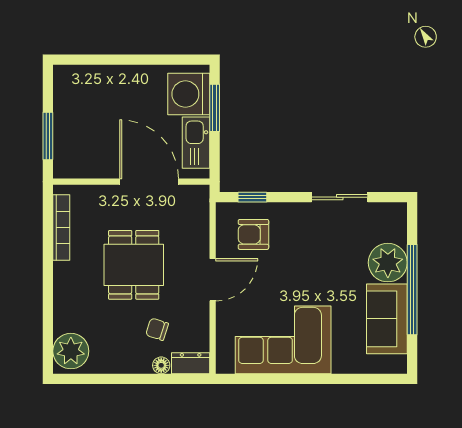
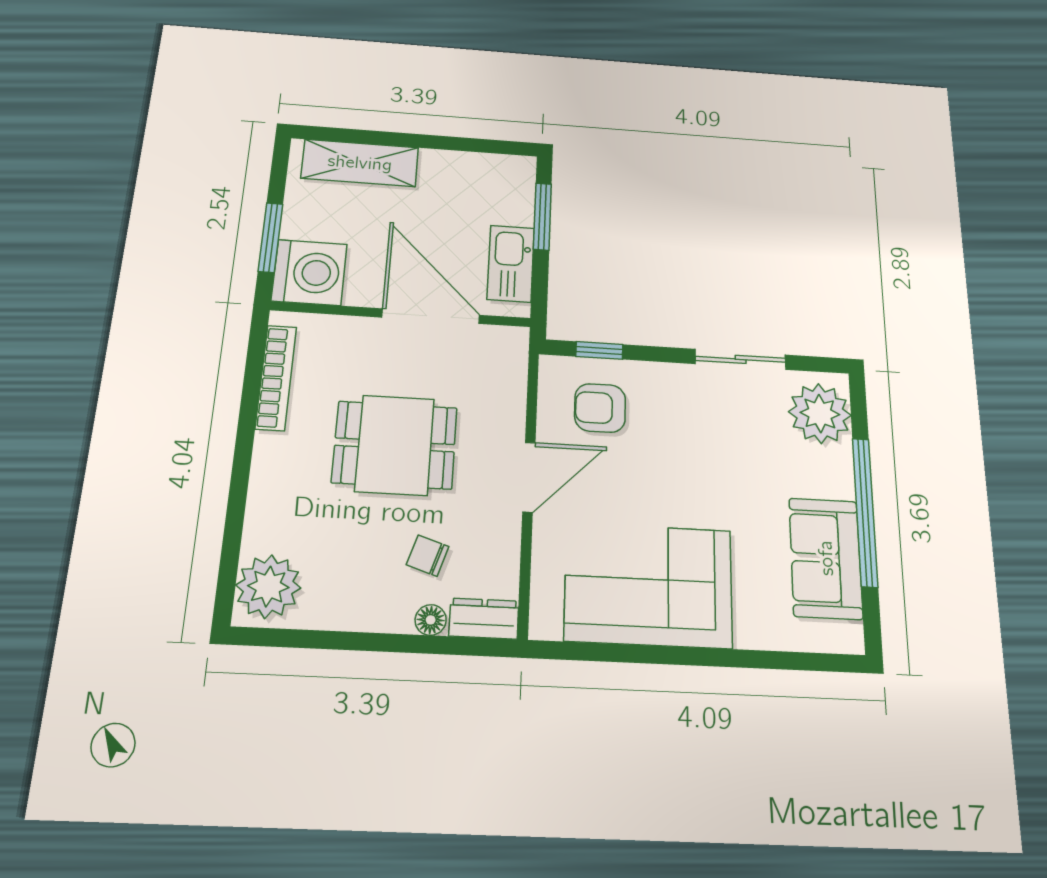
shelving: (97, 79) -> (360, 163), added
washing machine: (189, 94) -> (309, 272), moved, turned 180
plant: (388, 263) -> (820, 413), moved
dining table: (134, 265) -> (395, 445), turned 90

